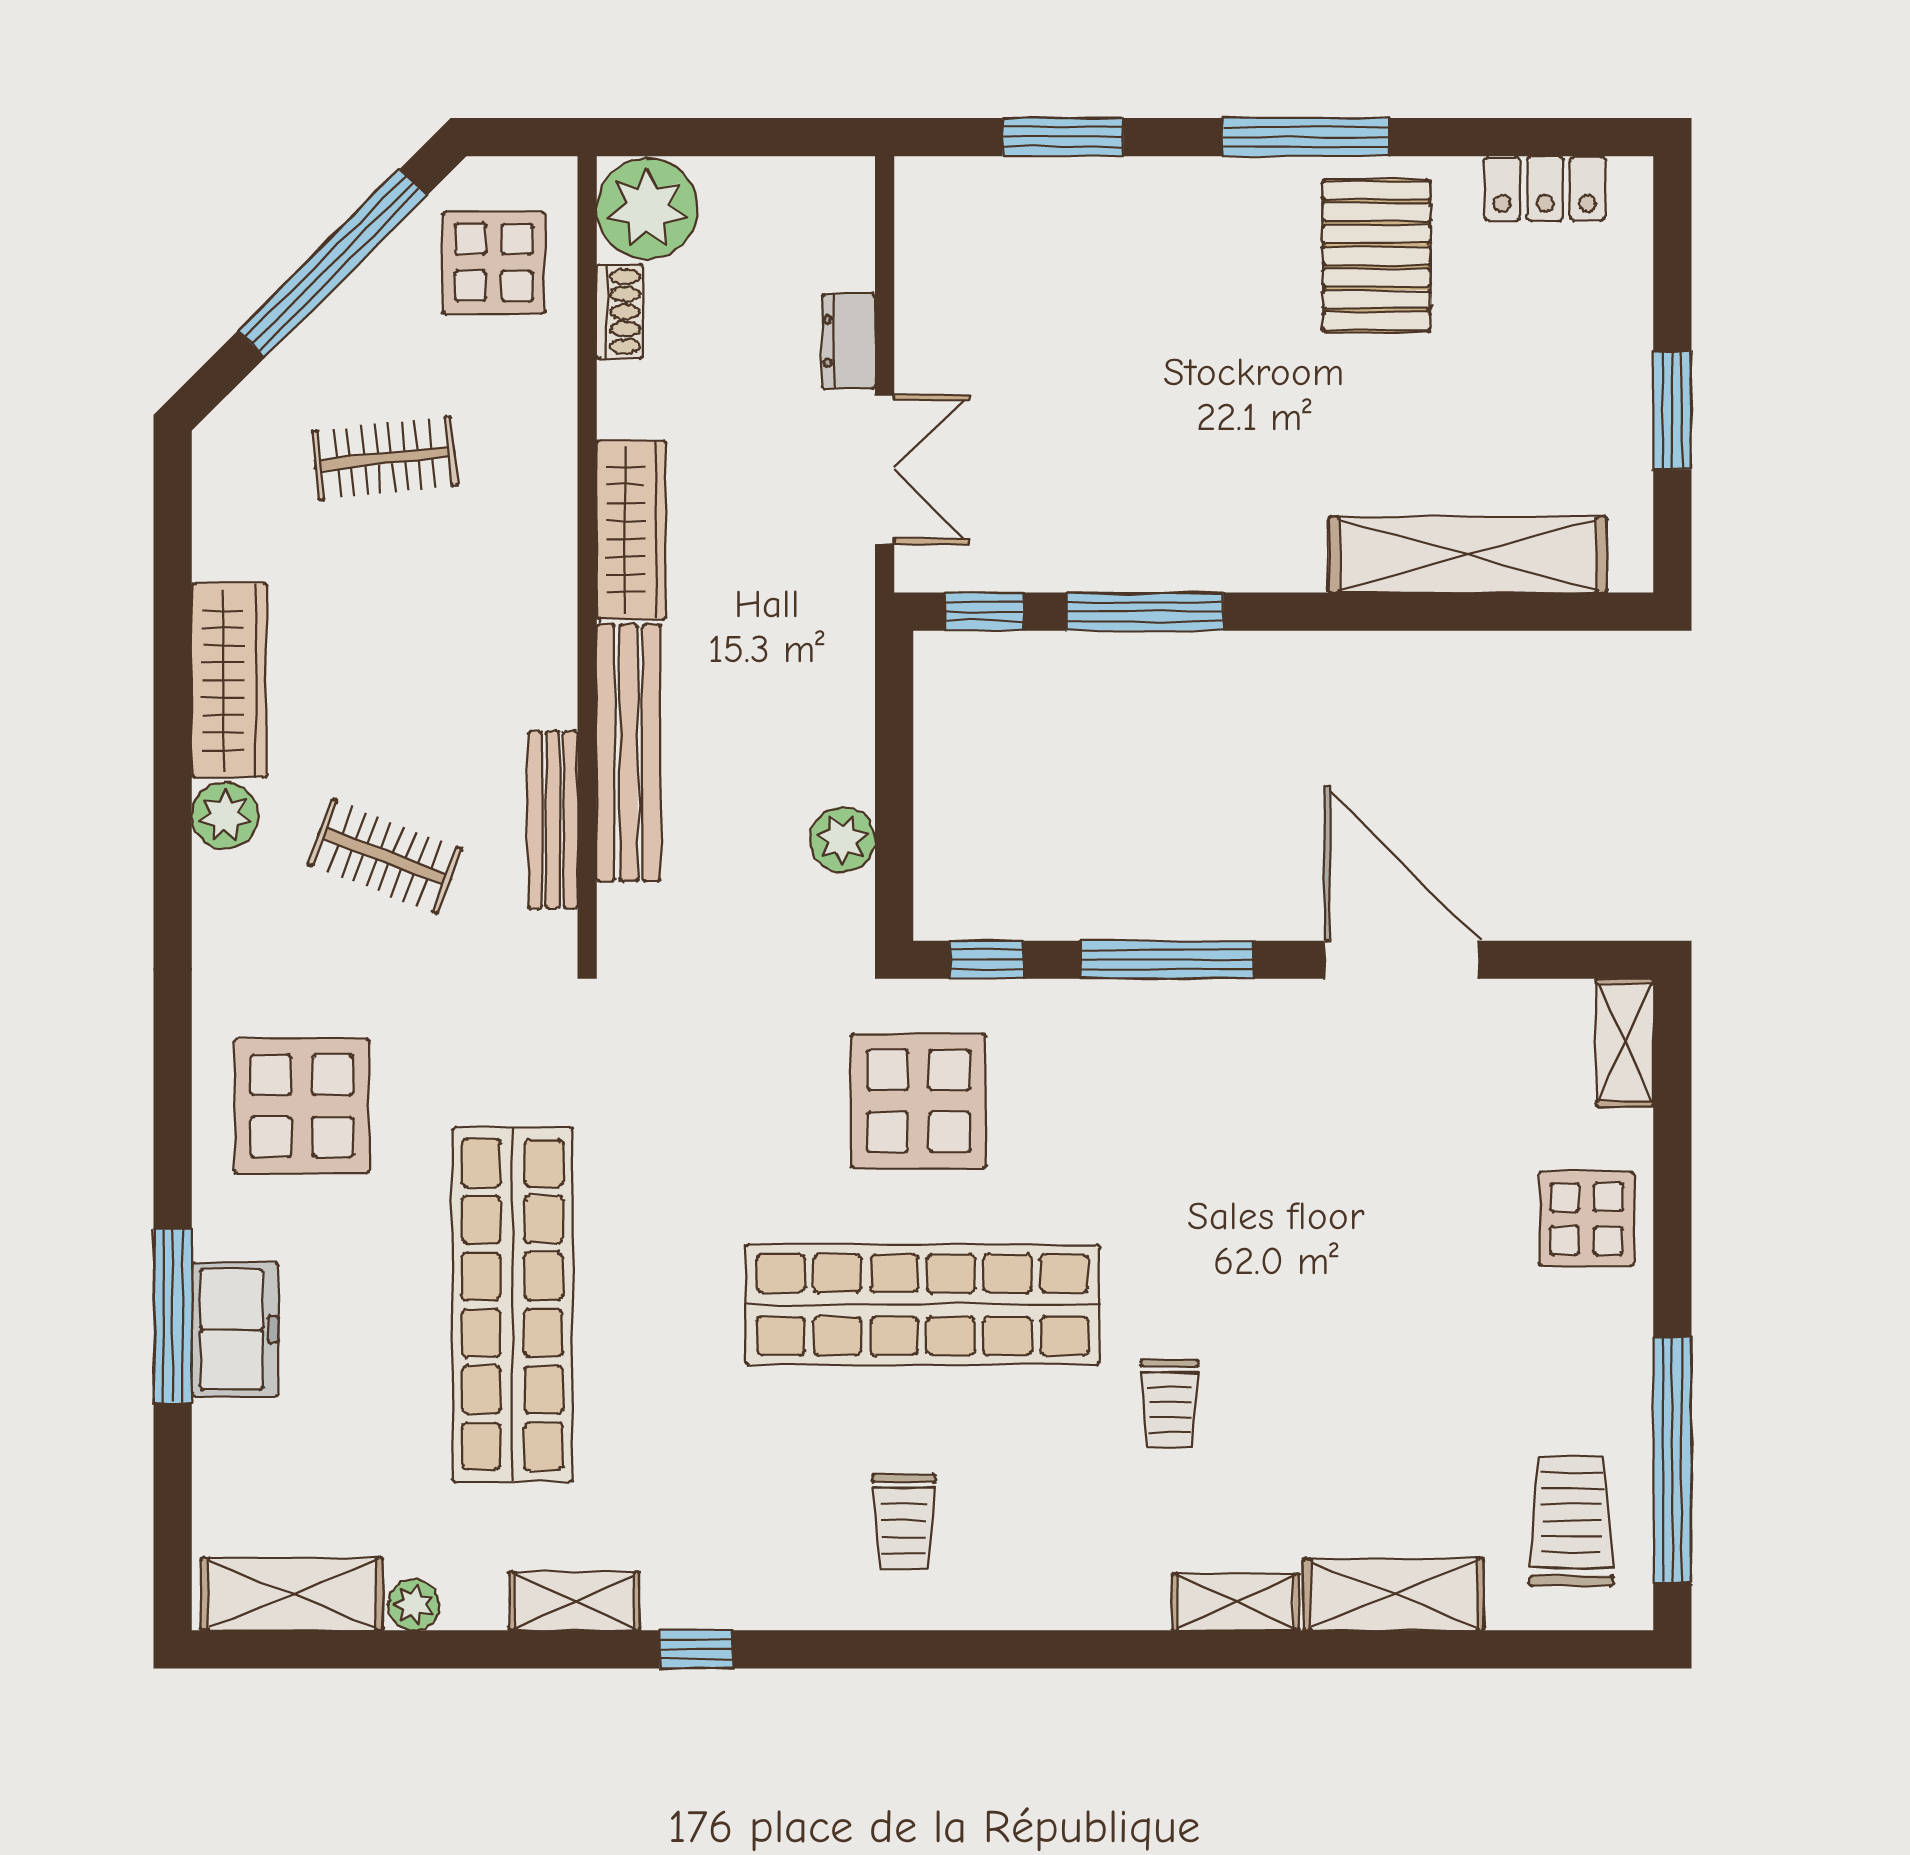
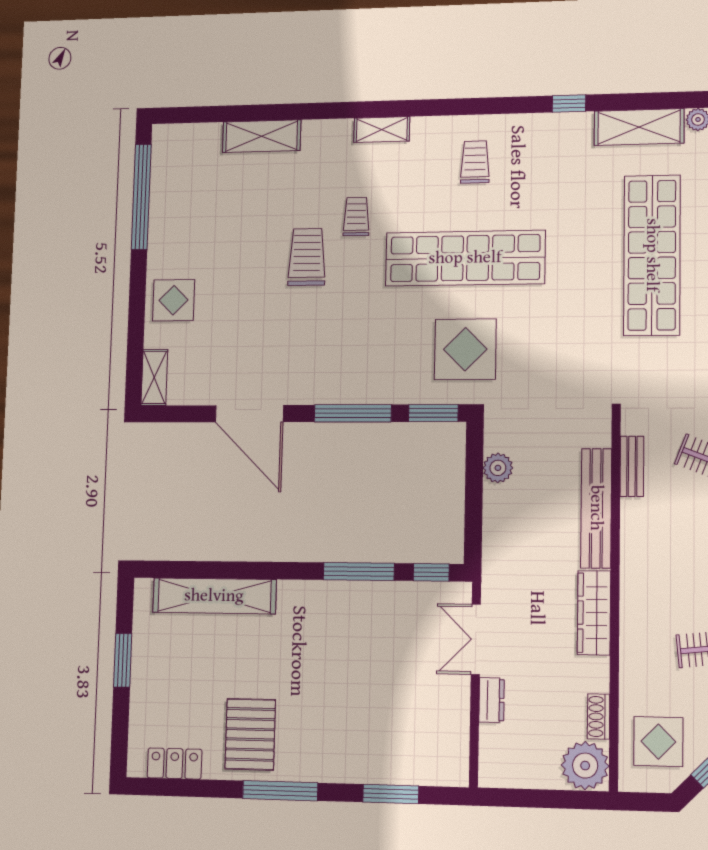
bench: (553, 820) -> (632, 466), width x0.73
window: (987, 960) -> (433, 413), width x1.50
trolley: (1572, 1521) -> (307, 257), moved, turned 180
shelving: (574, 1601) -> (639, 127), width x1.50, depth x1.33
shelving: (1235, 1602) -> (382, 130), moved

